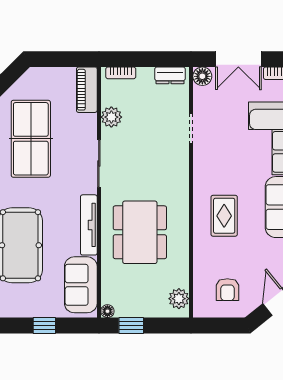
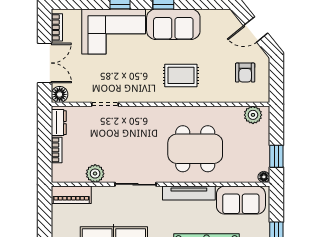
bookcase: (121, 73) -> (57, 150), moved
armchair: (227, 290) -> (245, 73), turned 90

